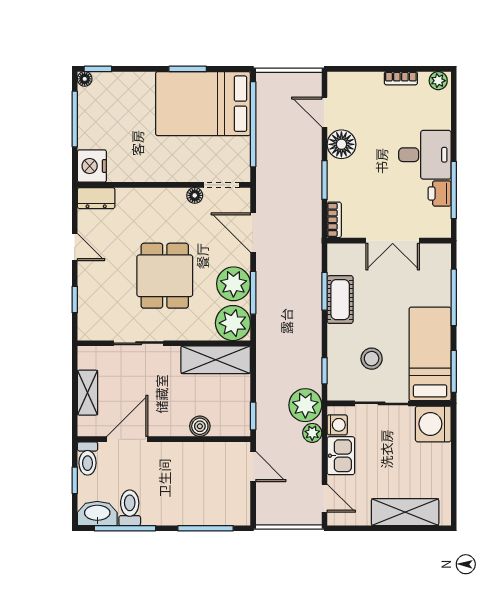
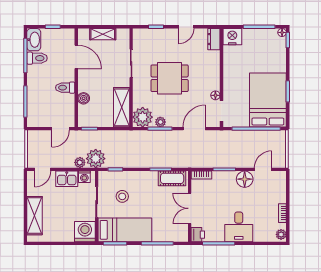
printer: (440, 193) -> (198, 235), moved, turned 90
plant: (233, 284) -> (160, 122), width x0.53, depth x0.53
cot: (340, 300) -> (172, 178), moved
toilet: (88, 458) -> (65, 88), moved

